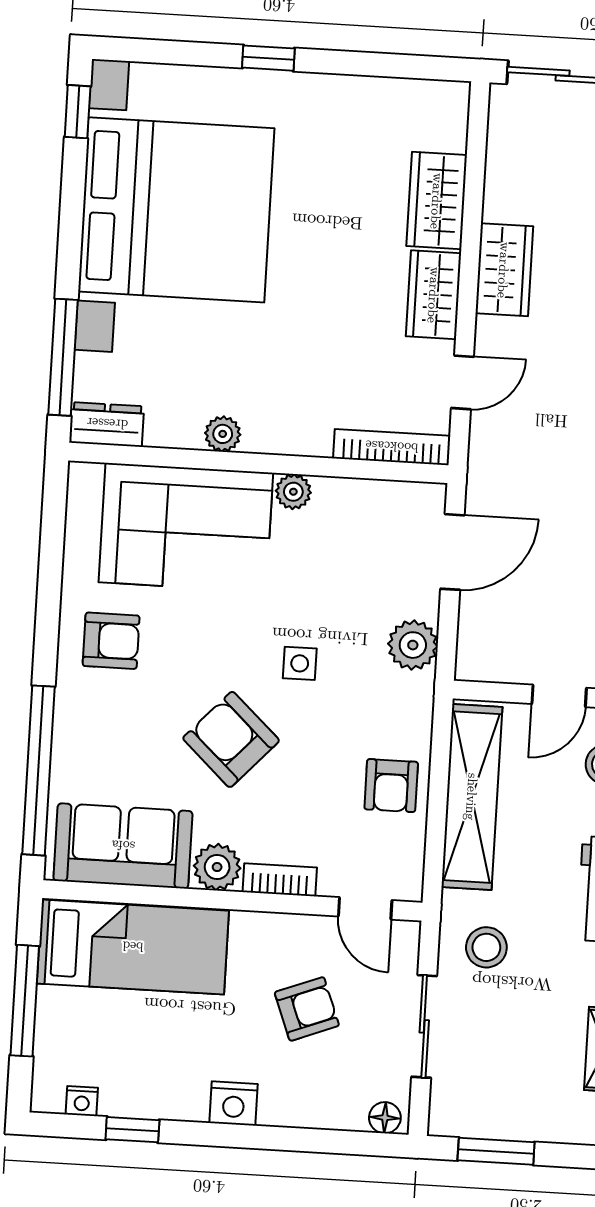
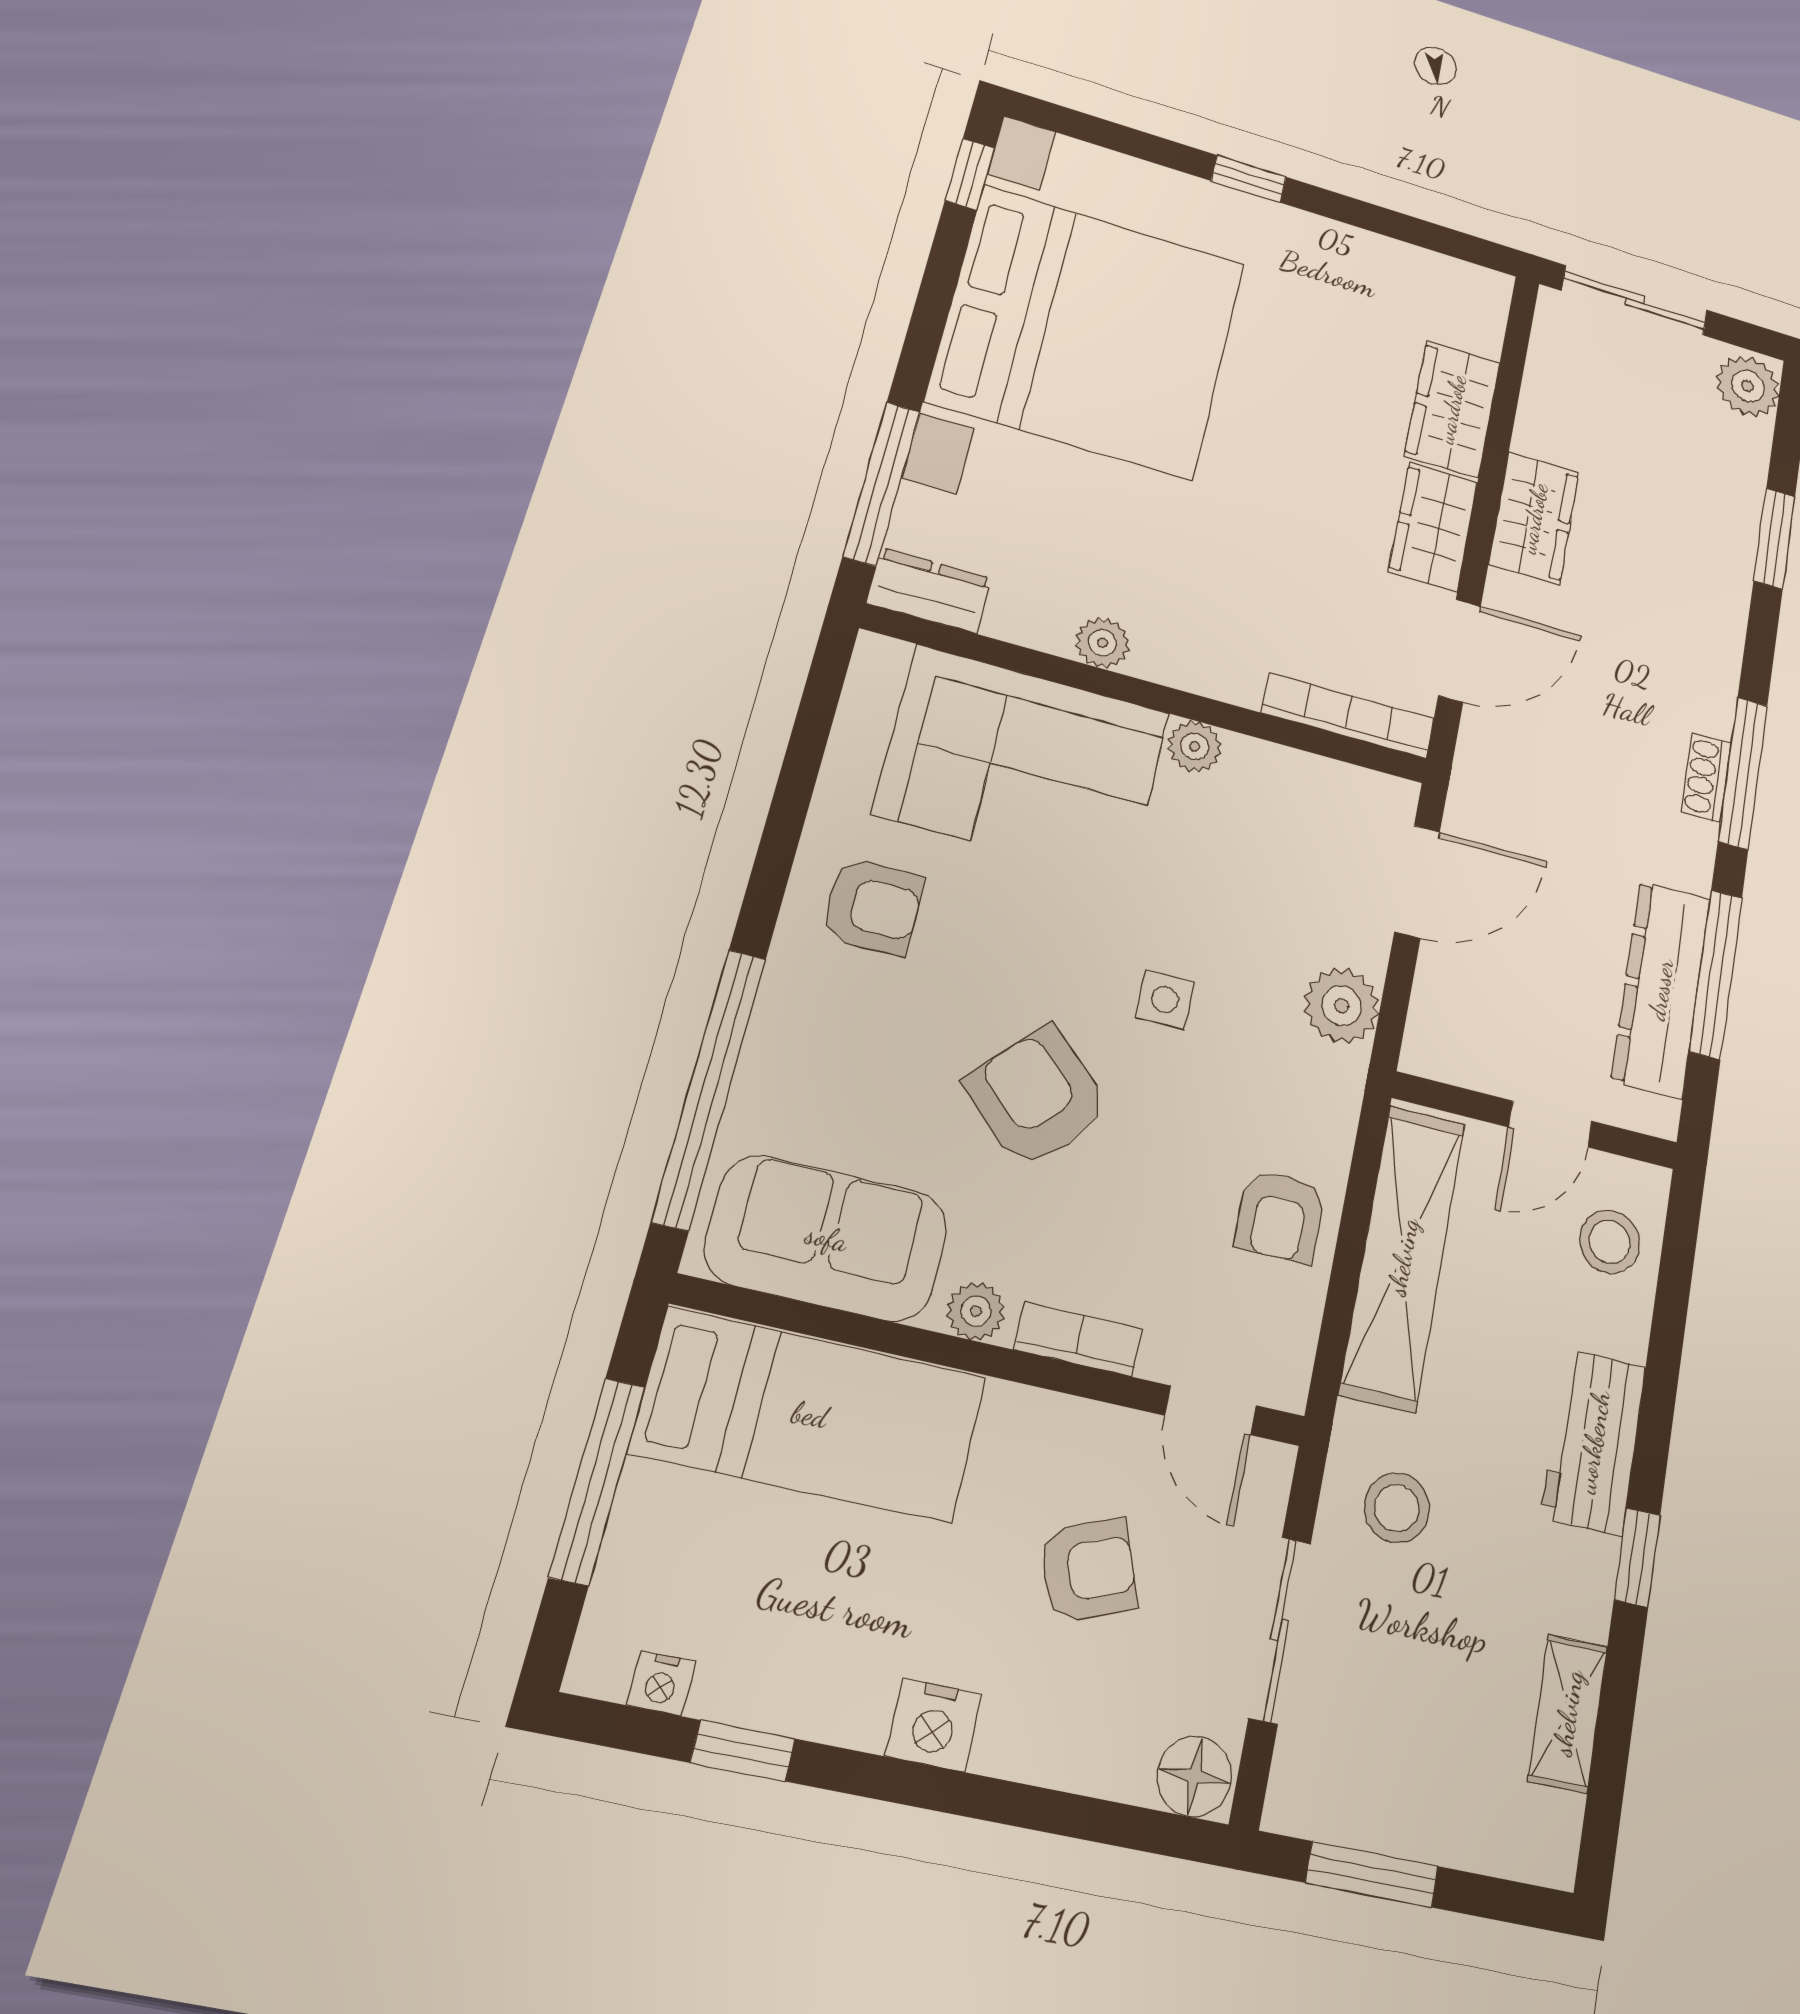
door: (462, 382) -> (1460, 651), width x1.38
plant: (217, 867) -> (976, 1311), width x0.73, depth x0.73
floor lamp: (385, 1118) -> (1194, 1776), width x1.37, depth x1.37

